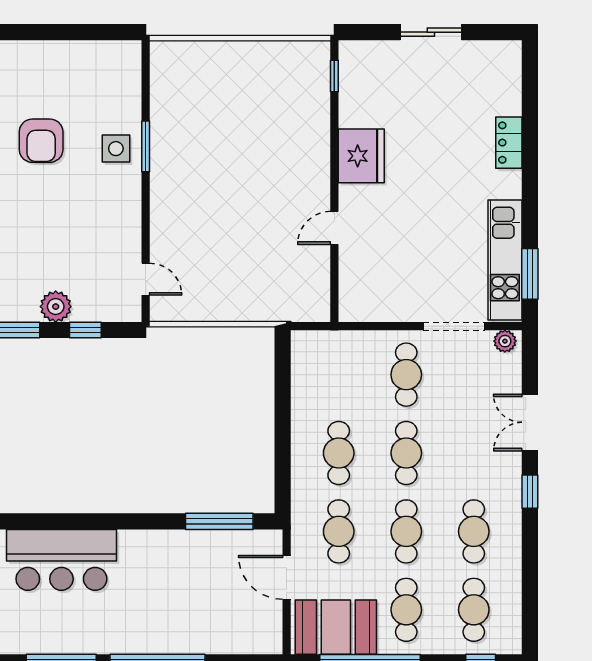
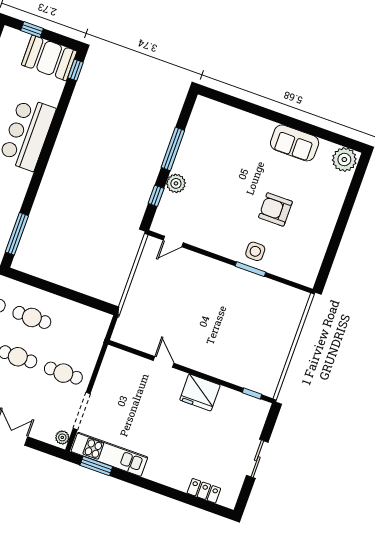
locker: (509, 143) -> (204, 491), moved

